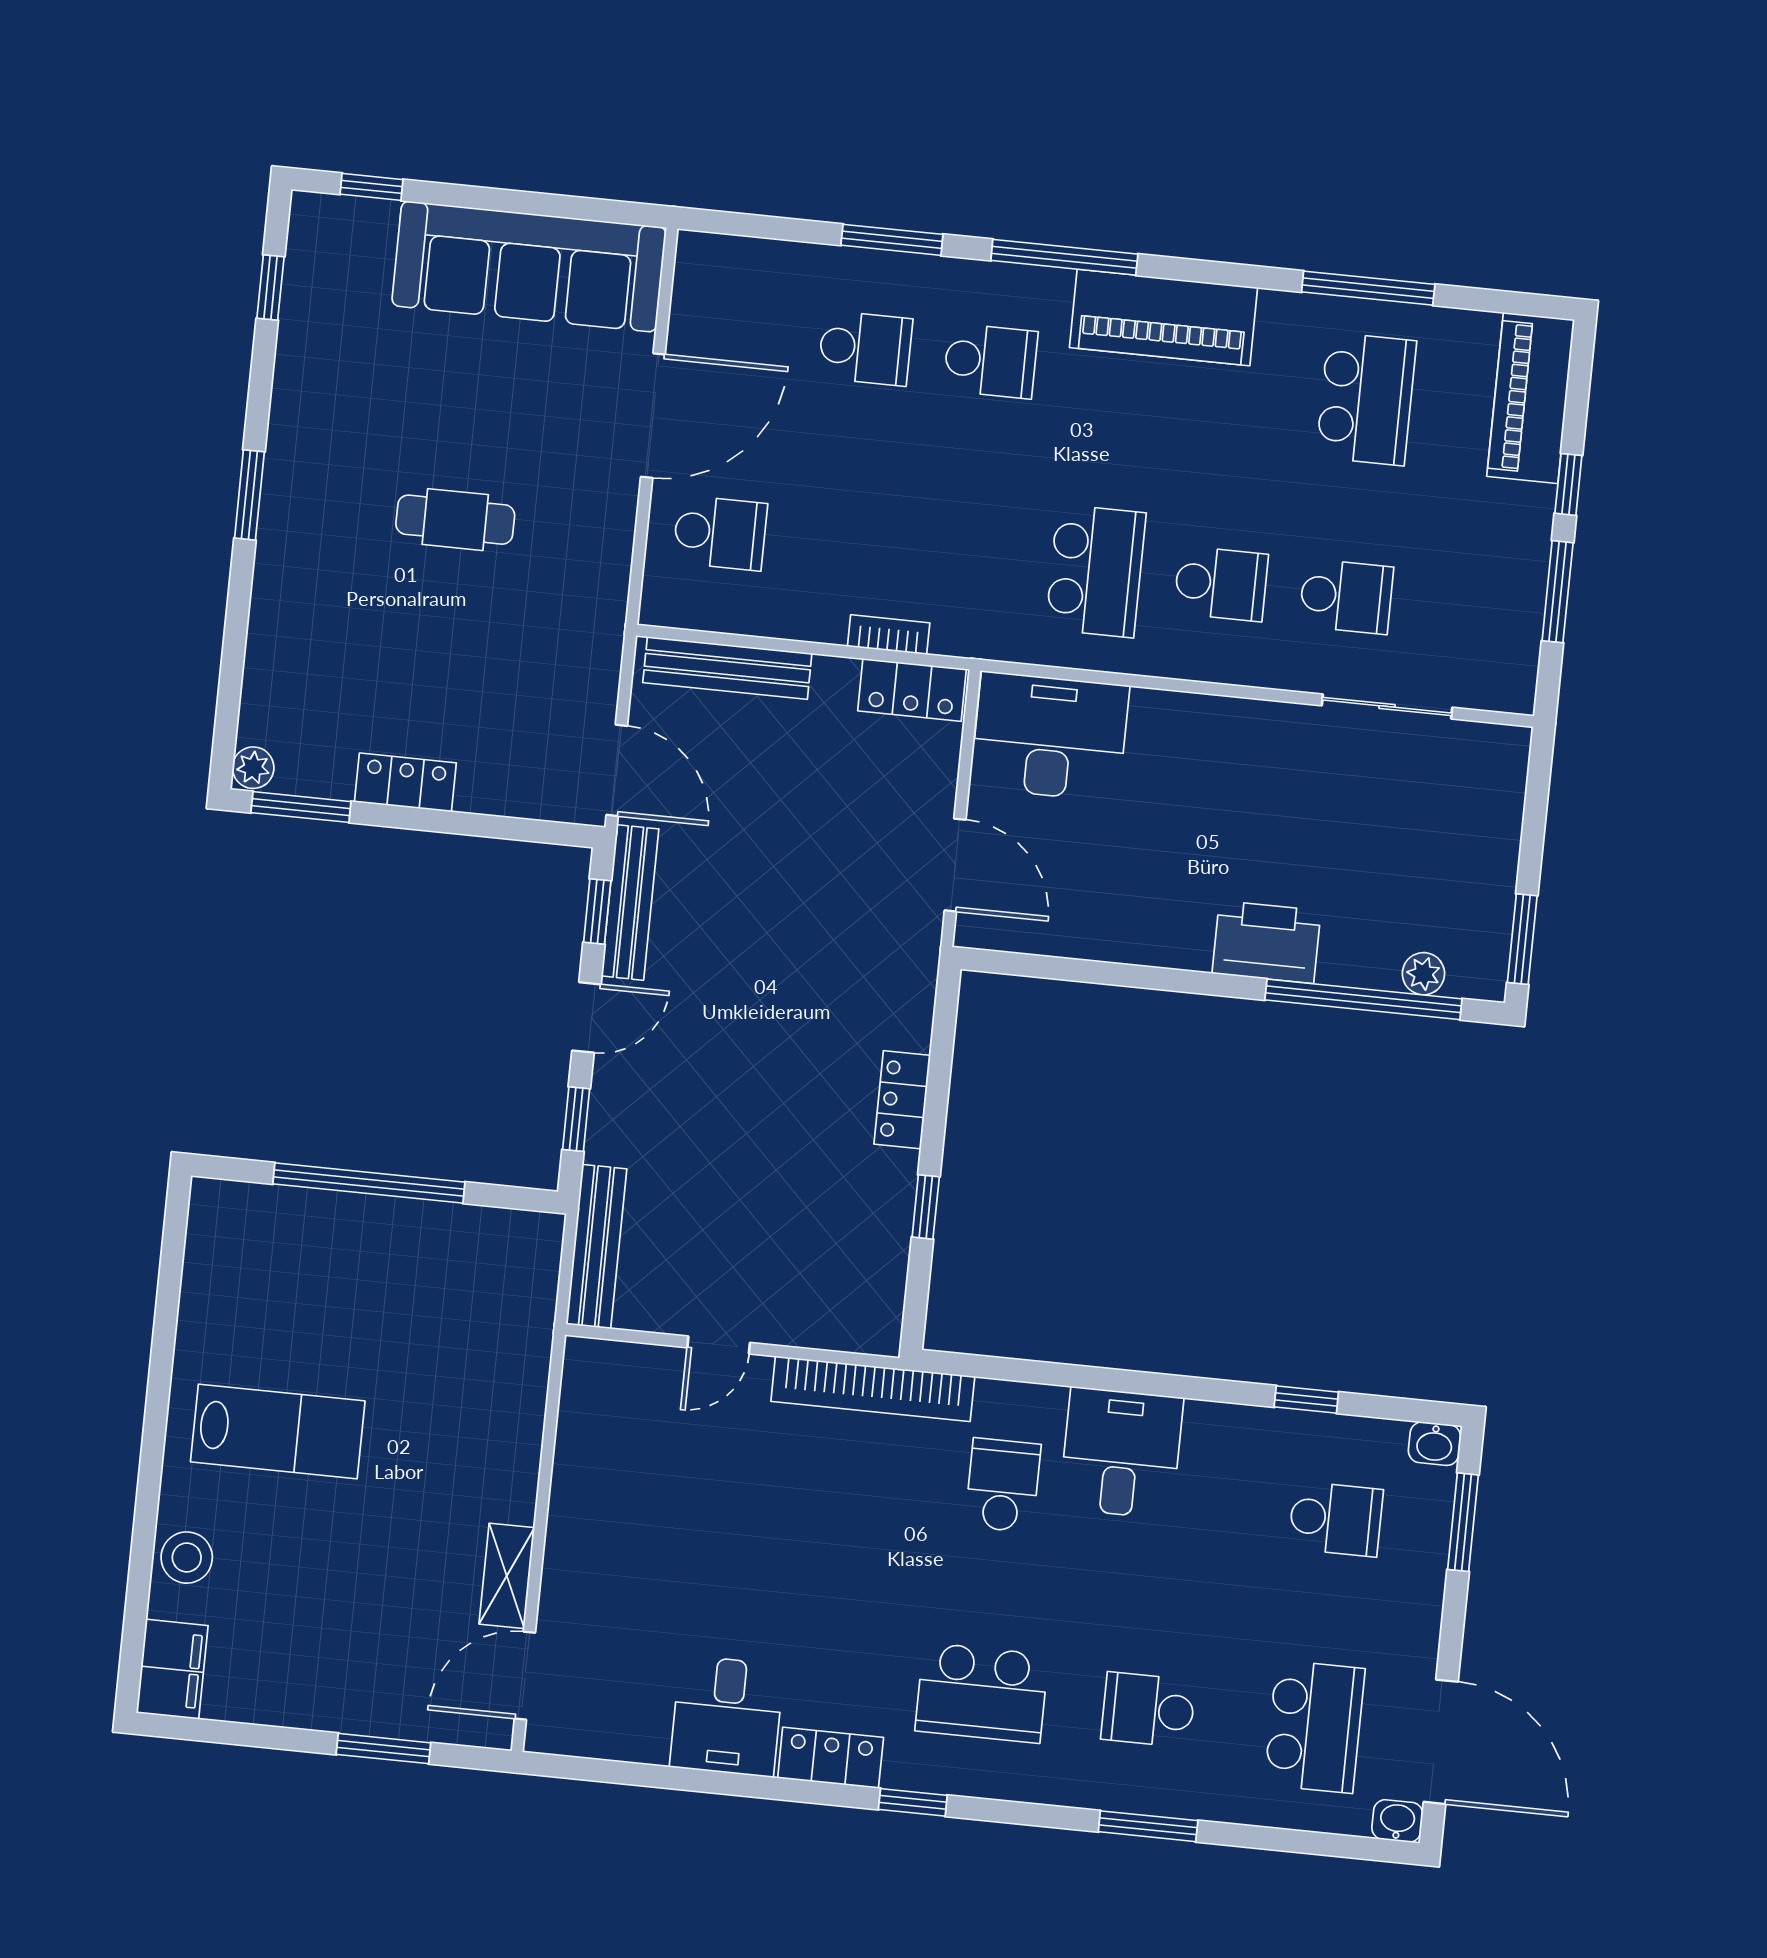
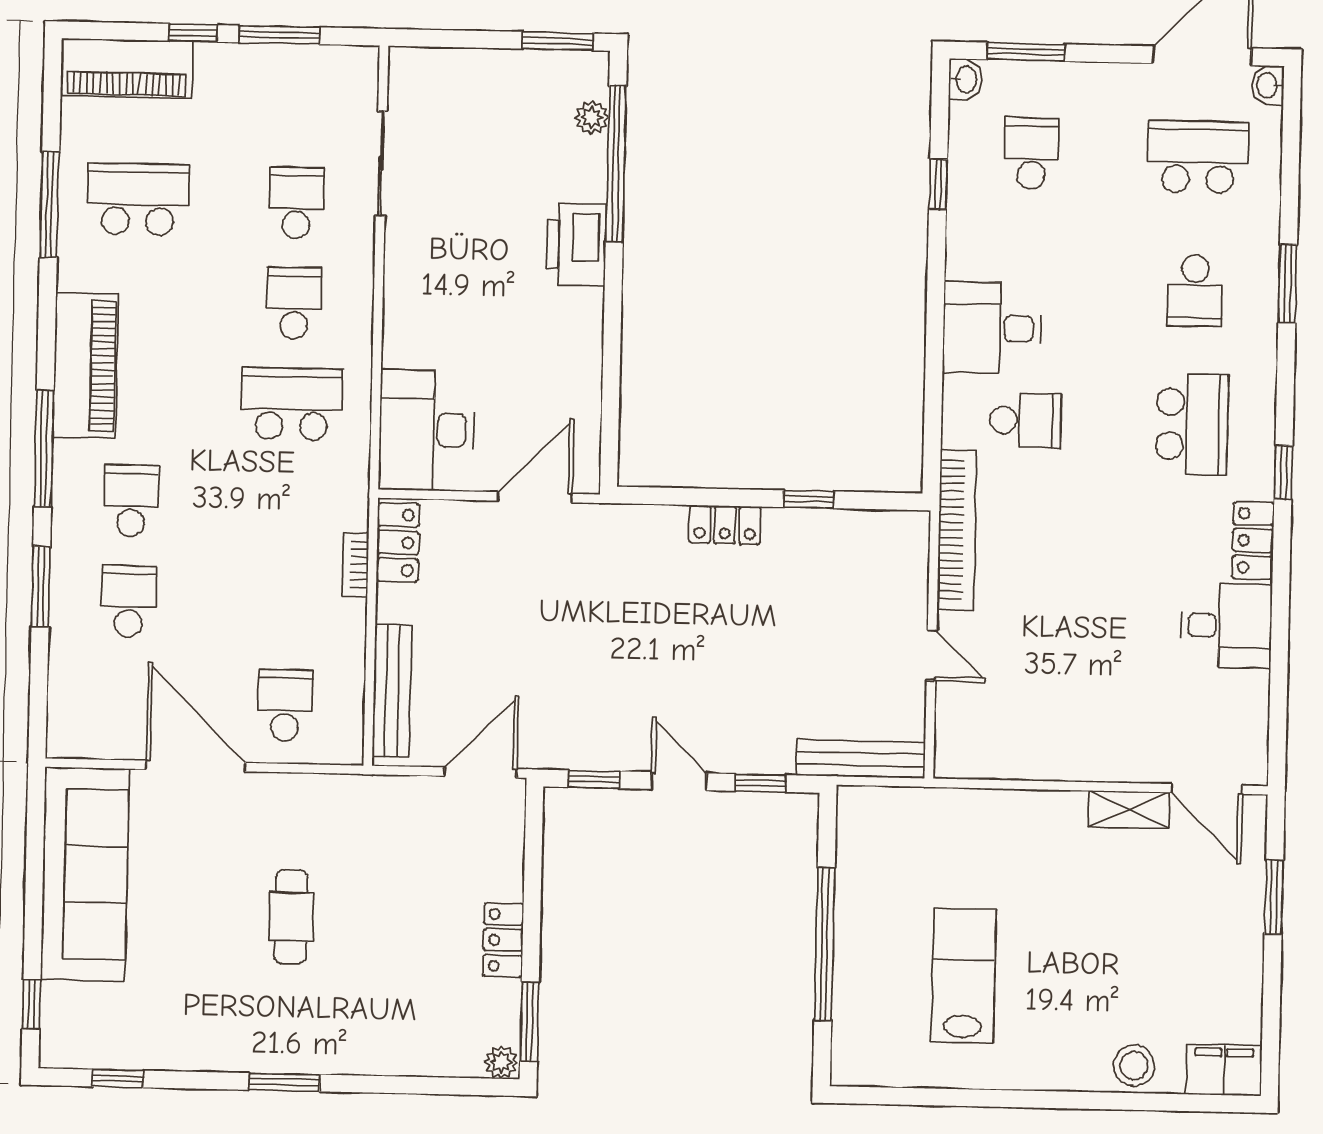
bench: (630, 902) -> (585, 754), removed
lab bench: (278, 1431) -> (963, 976), moved
school desk: (1003, 1485) -> (1025, 420), turned 180

